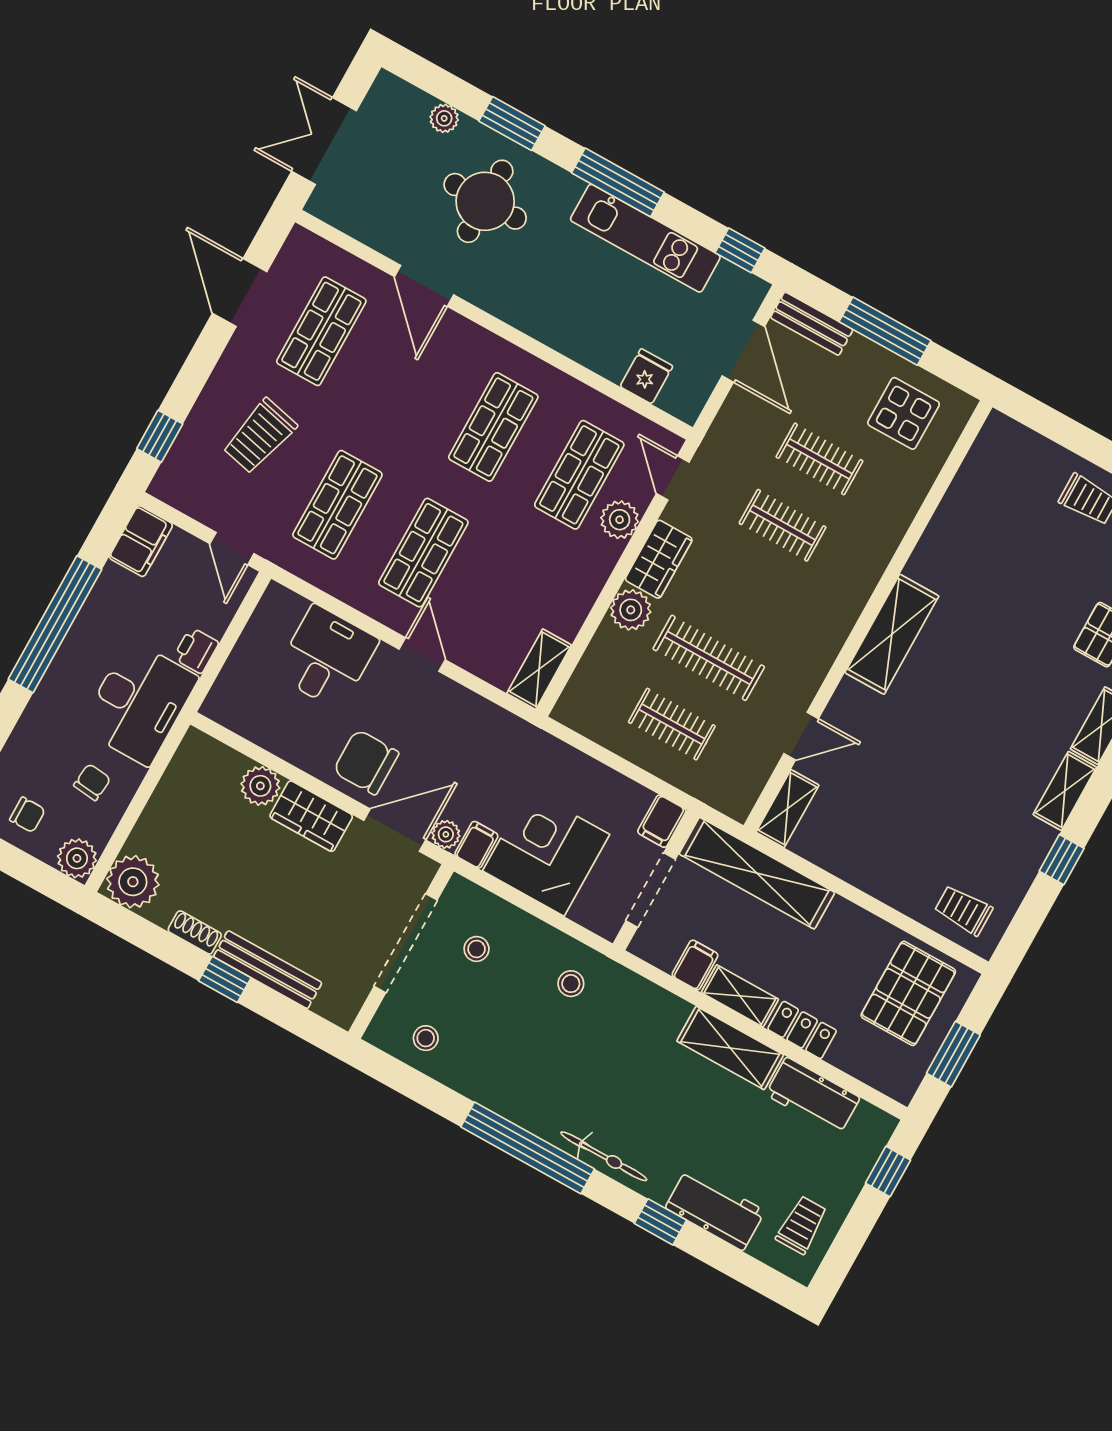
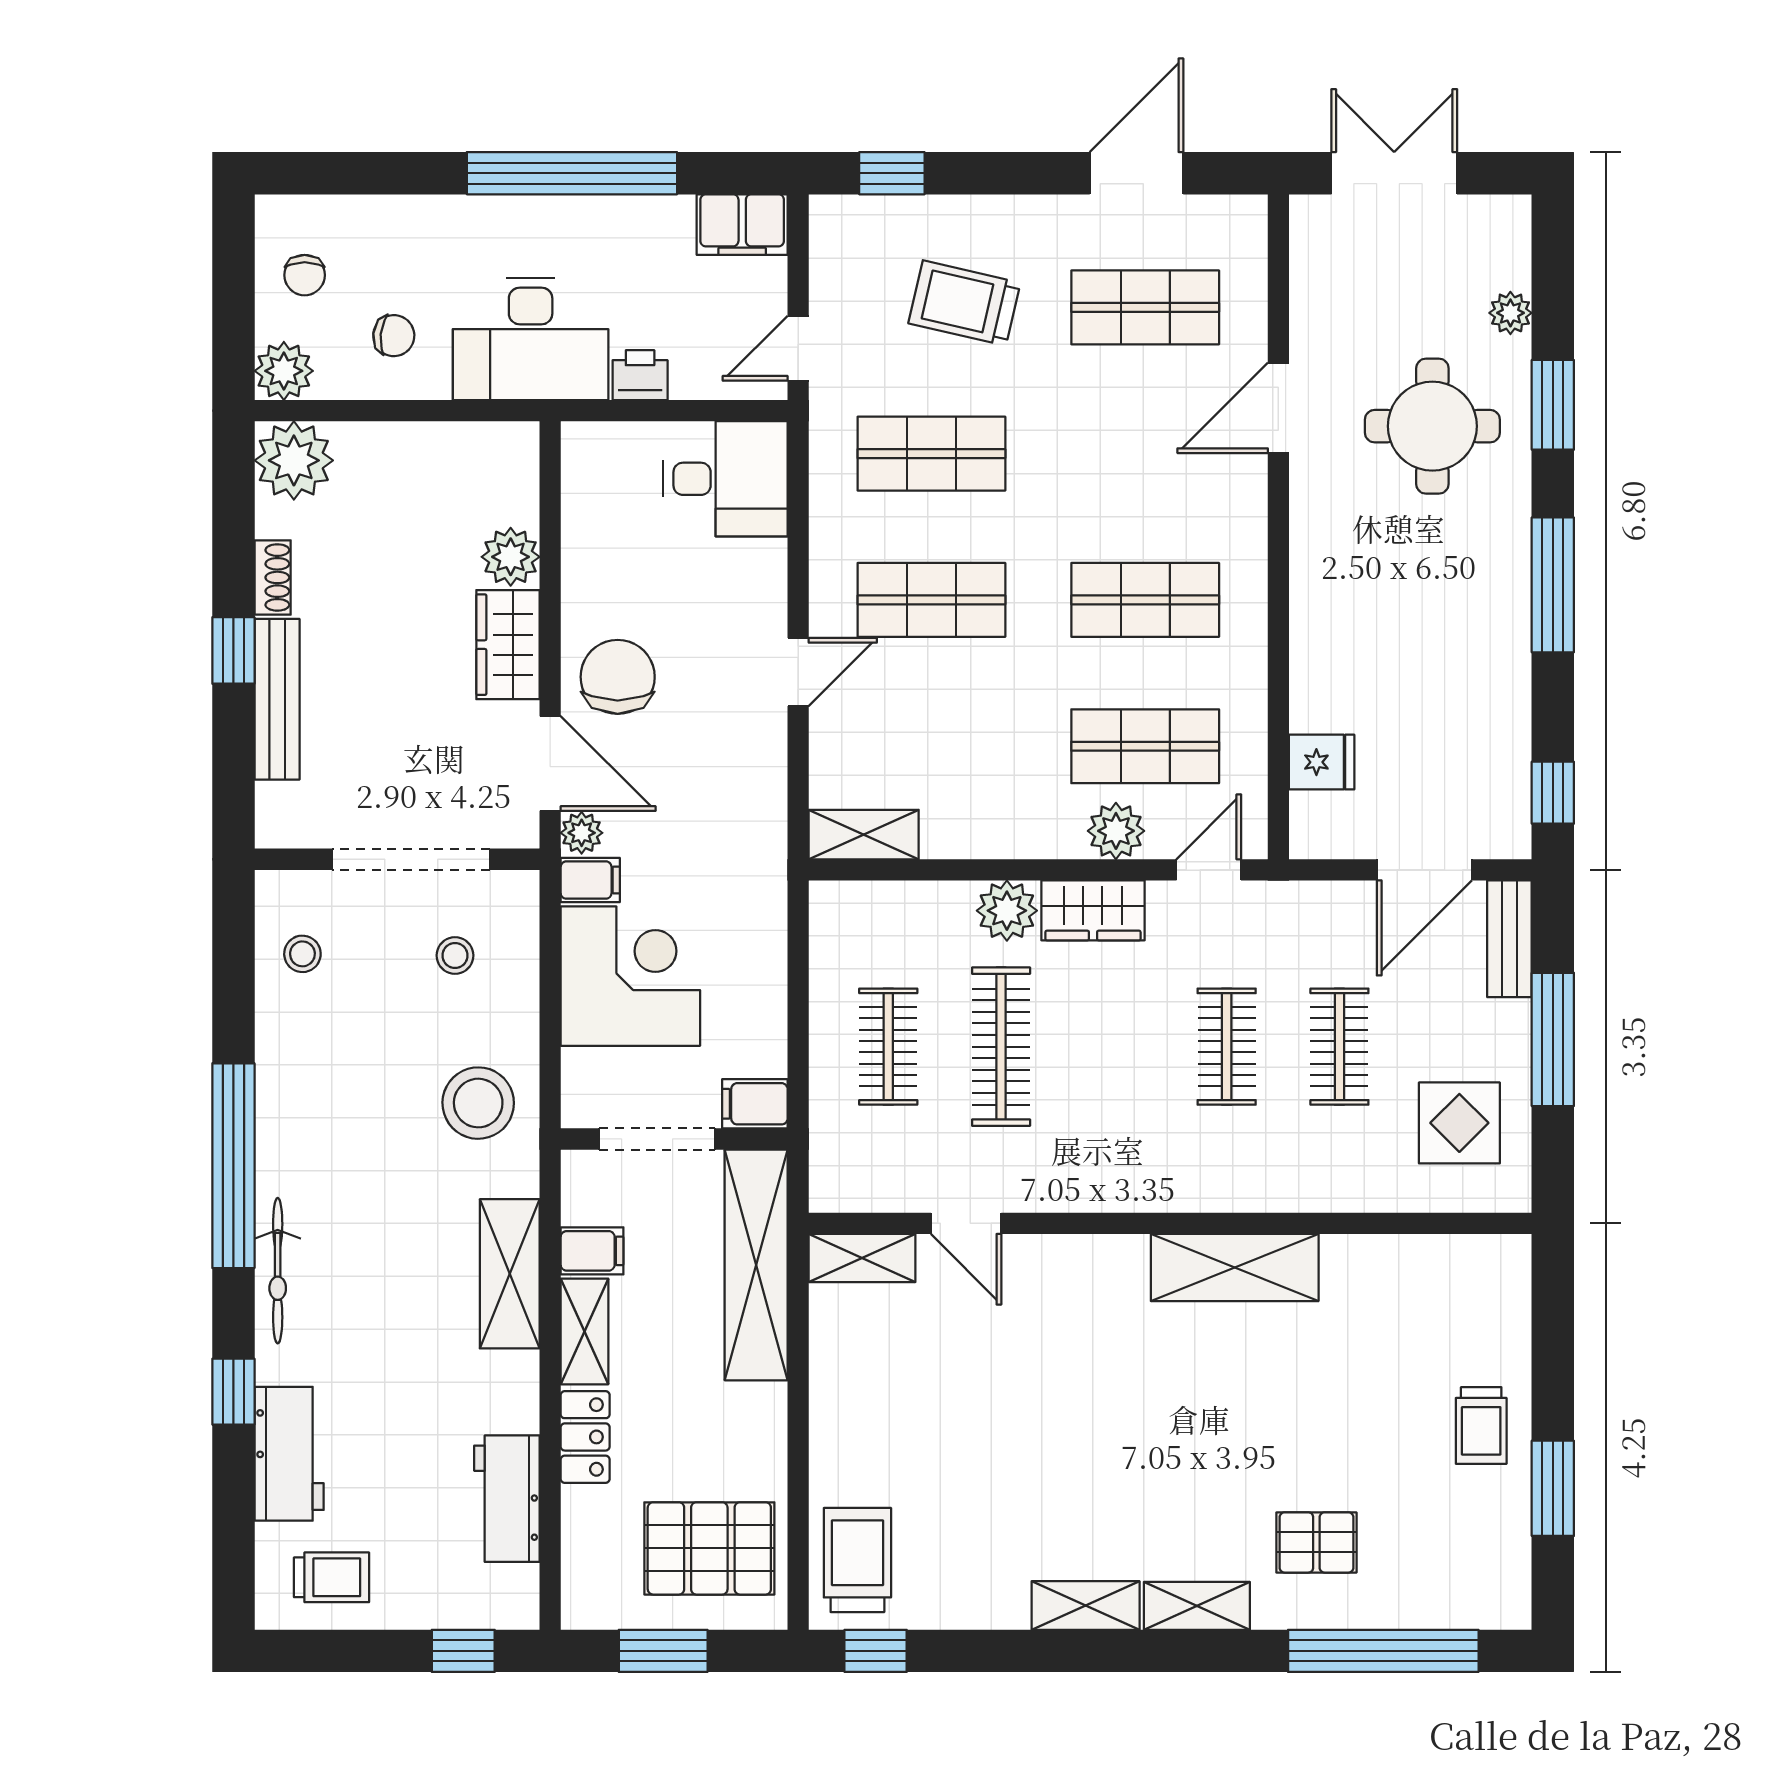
kitchen unit: (645, 238) -> (1500, 661), removed
shelving: (892, 634) -> (1235, 1268), moved
desk: (327, 657) -> (726, 479), moved
window: (1062, 860) -> (876, 1651), moved
trolley: (964, 910) -> (857, 1560), width x1.36, depth x1.39
stool: (571, 984) -> (478, 1103), width x1.89, depth x1.89
shelving: (730, 1048) -> (510, 1274), moved

